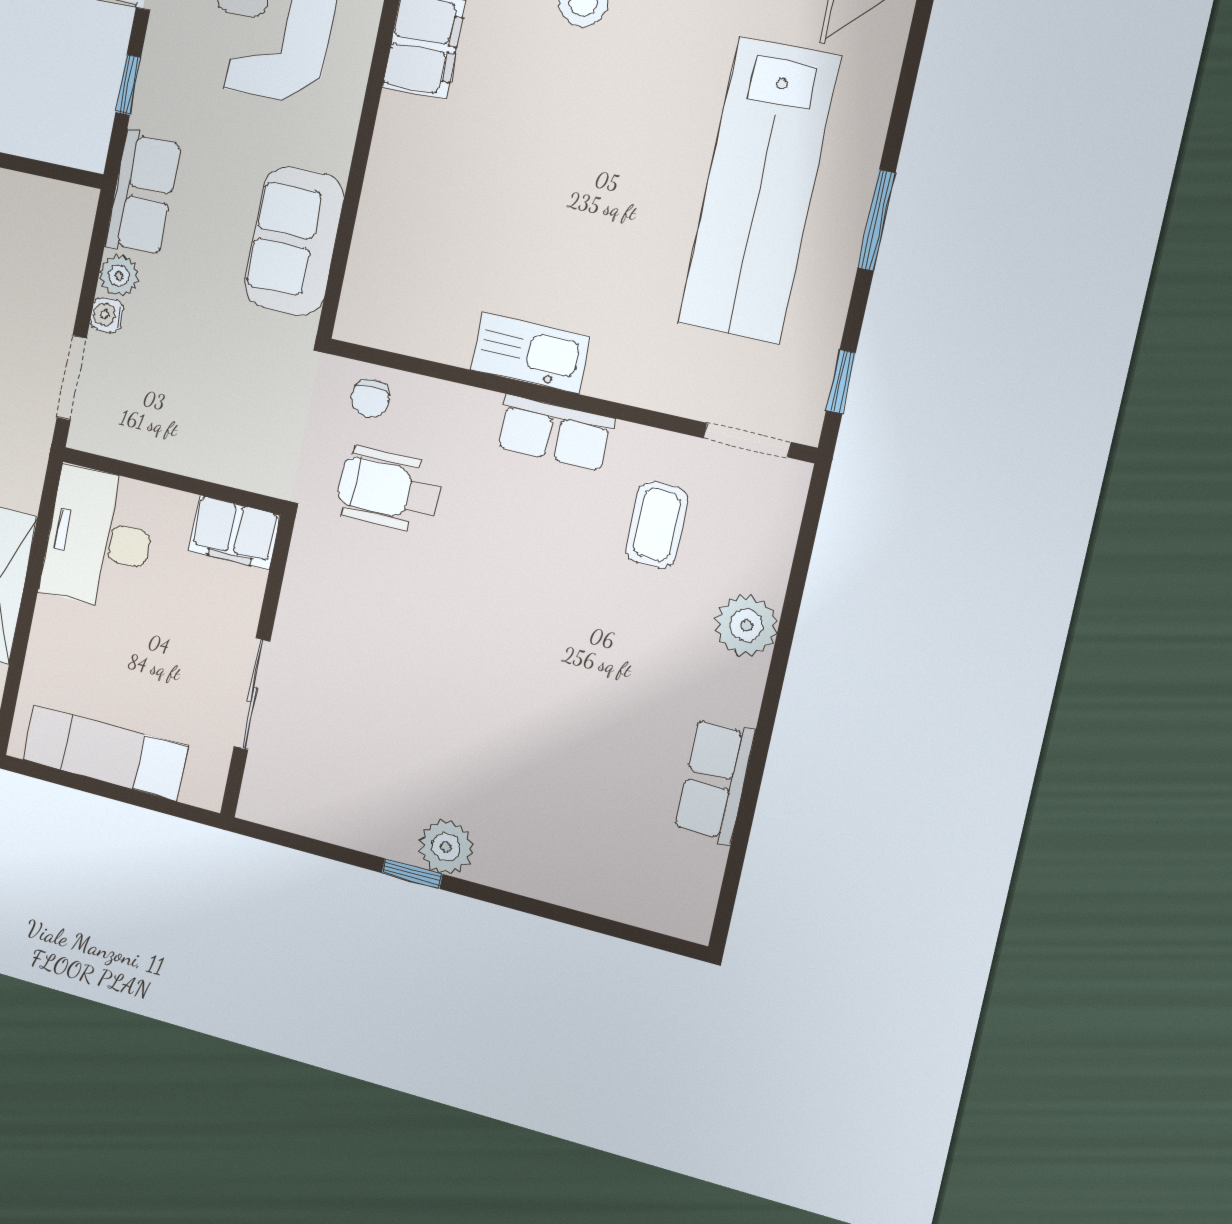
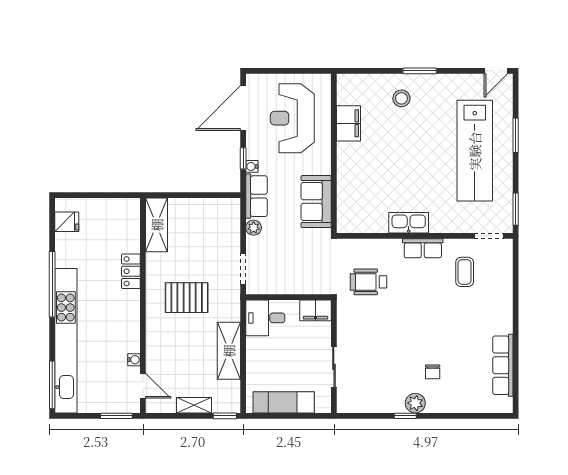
window: (876, 220) -> (516, 135), moved
water cooler: (107, 315) -> (252, 166), moved
window: (841, 382) -> (516, 209), width x1.50
chair: (370, 398) -> (433, 372), moved
desk: (99, 539) -> (265, 318), width x0.73
plant: (746, 625) -> (502, 299), removed
row of seats: (715, 781) -> (503, 365), width x1.48

